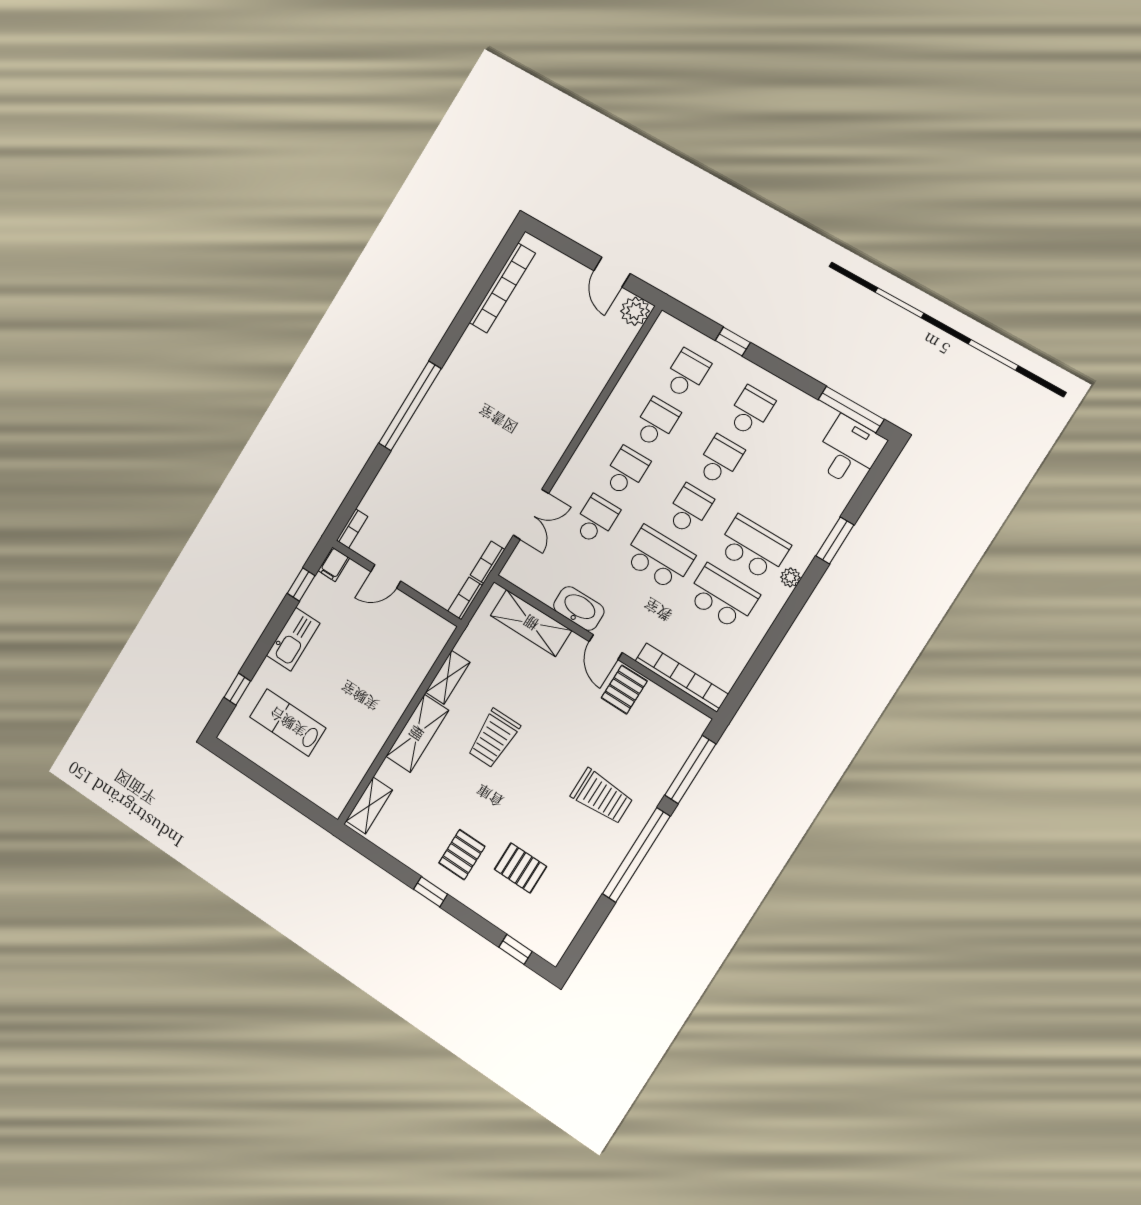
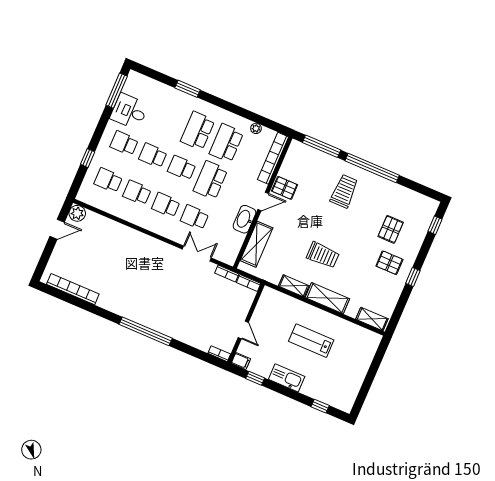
desk: (849, 451) -> (129, 111), moved
plant: (790, 577) -> (256, 128), moved
lab bench: (288, 722) -> (311, 341), moved, turned 90

